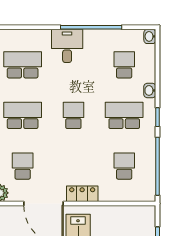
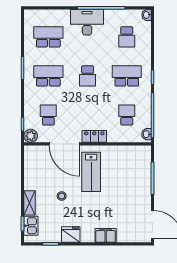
desk: (67, 46) -> (87, 22), width x1.37
school desk: (124, 65) -> (127, 37), turned 180
washbasin: (150, 90) -> (147, 134), moved
school desk: (73, 115) -> (88, 76), turned 180

